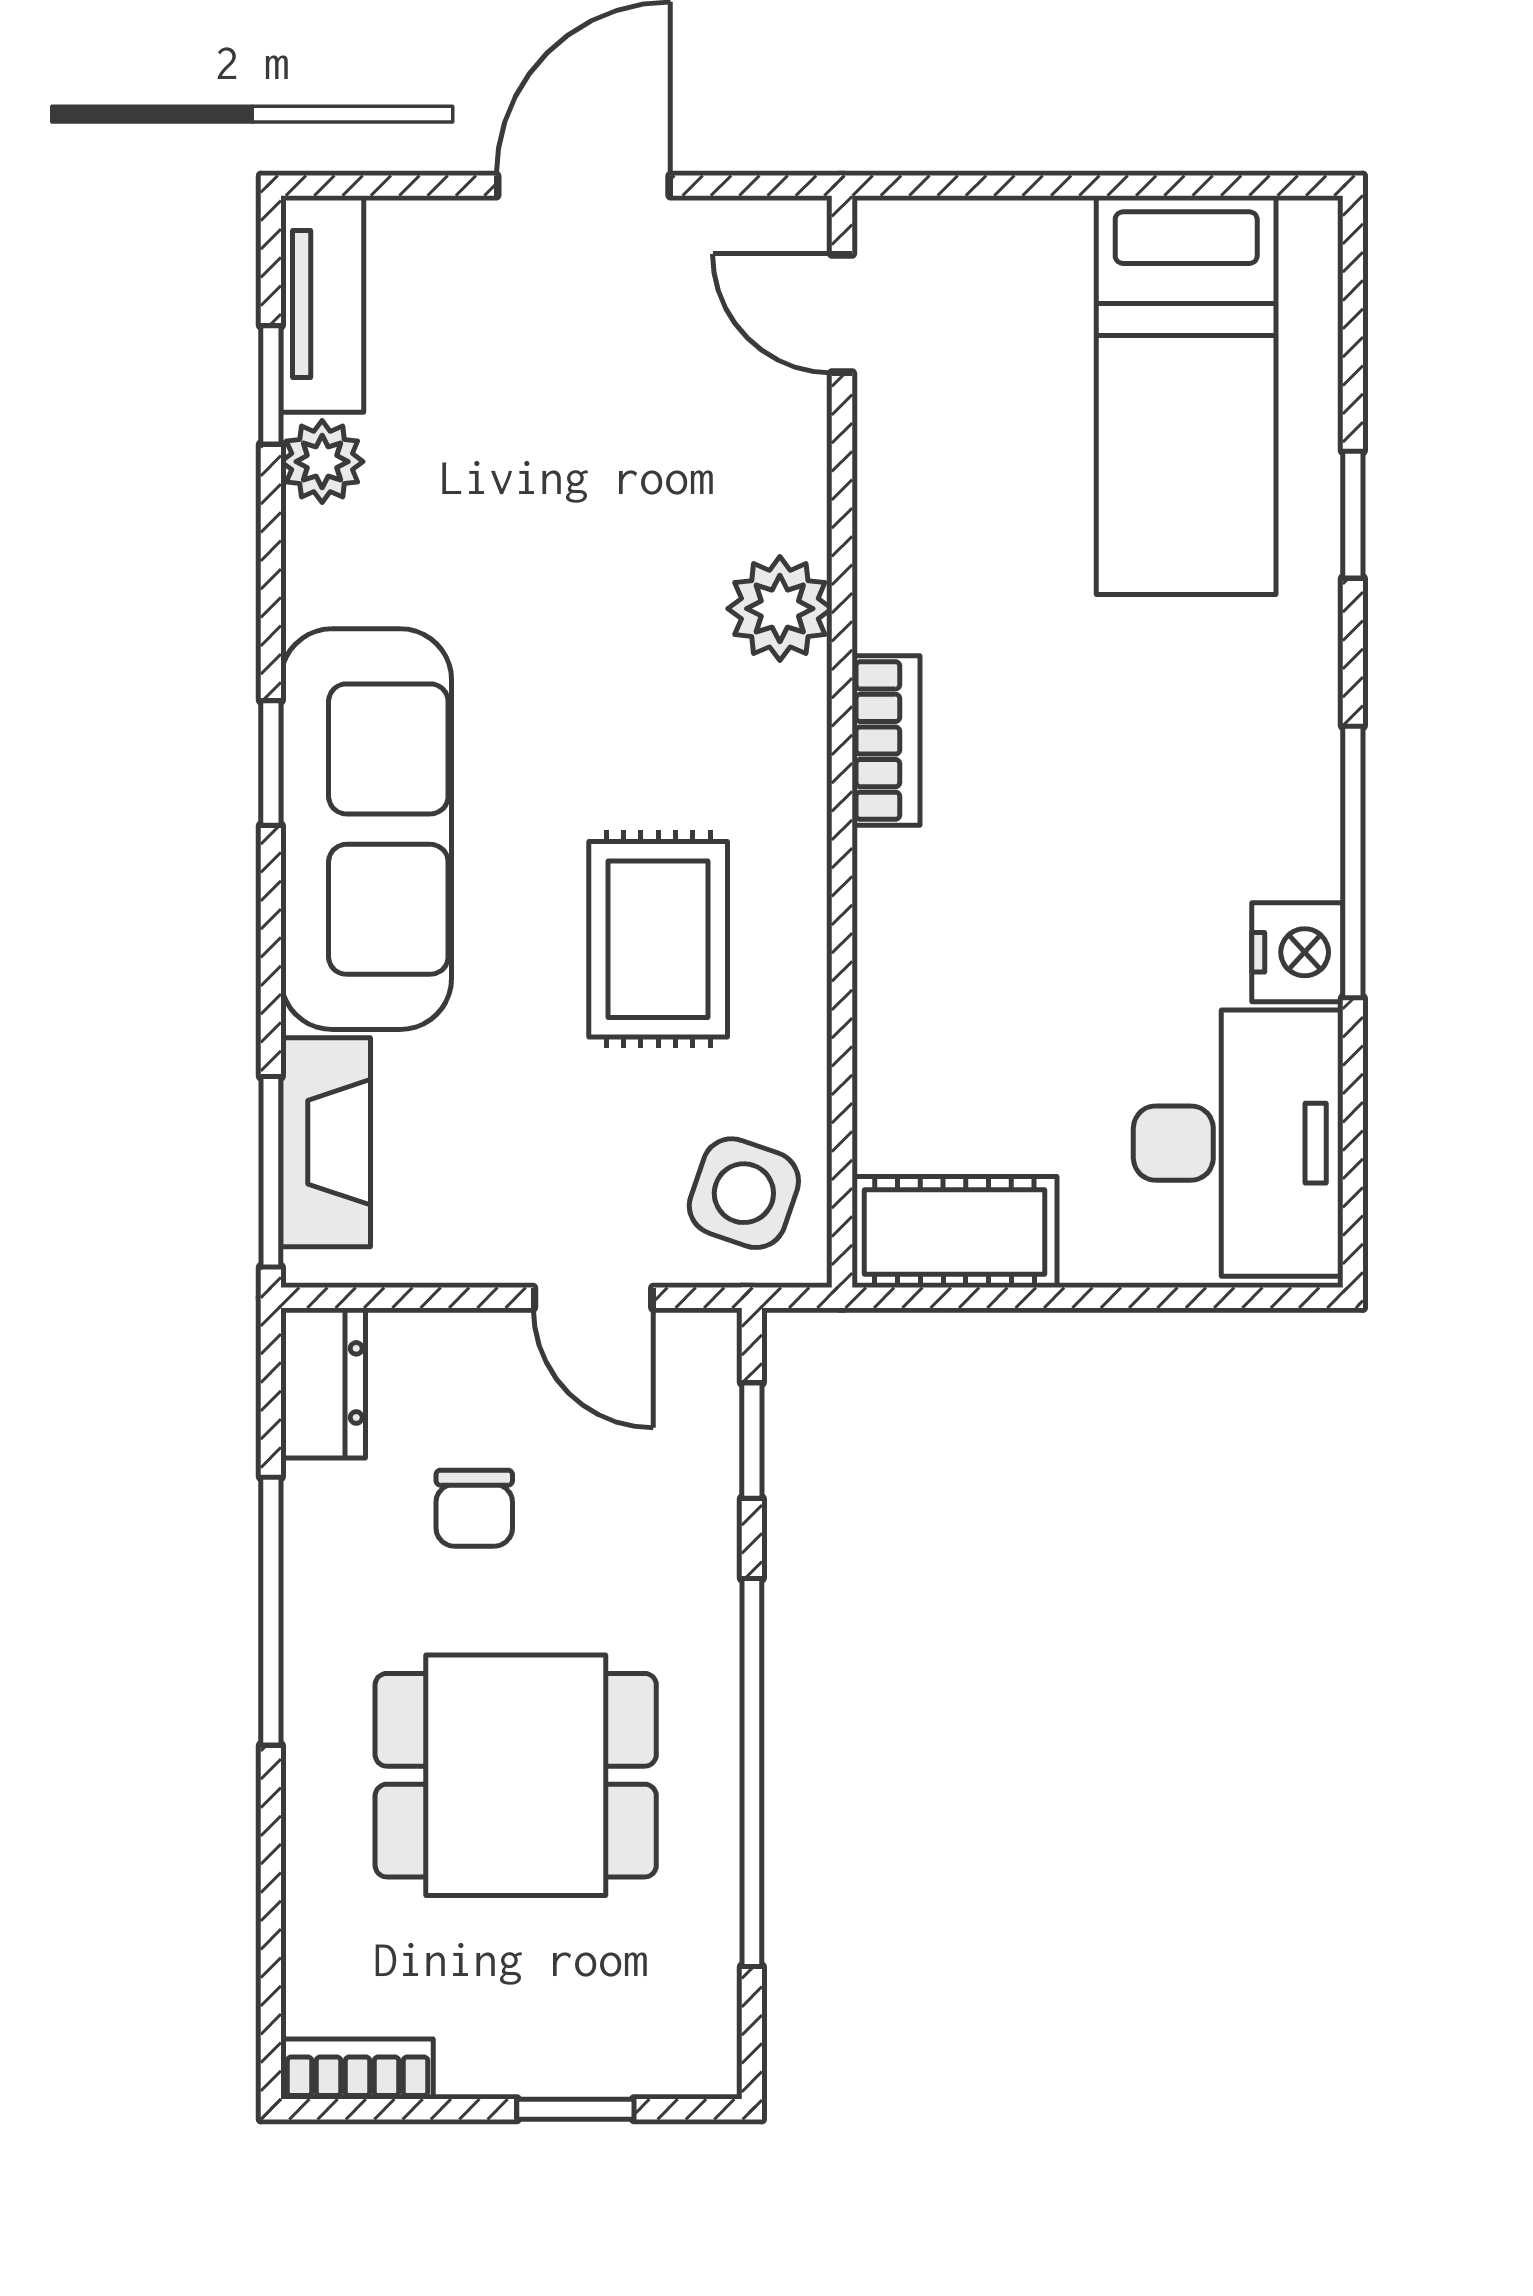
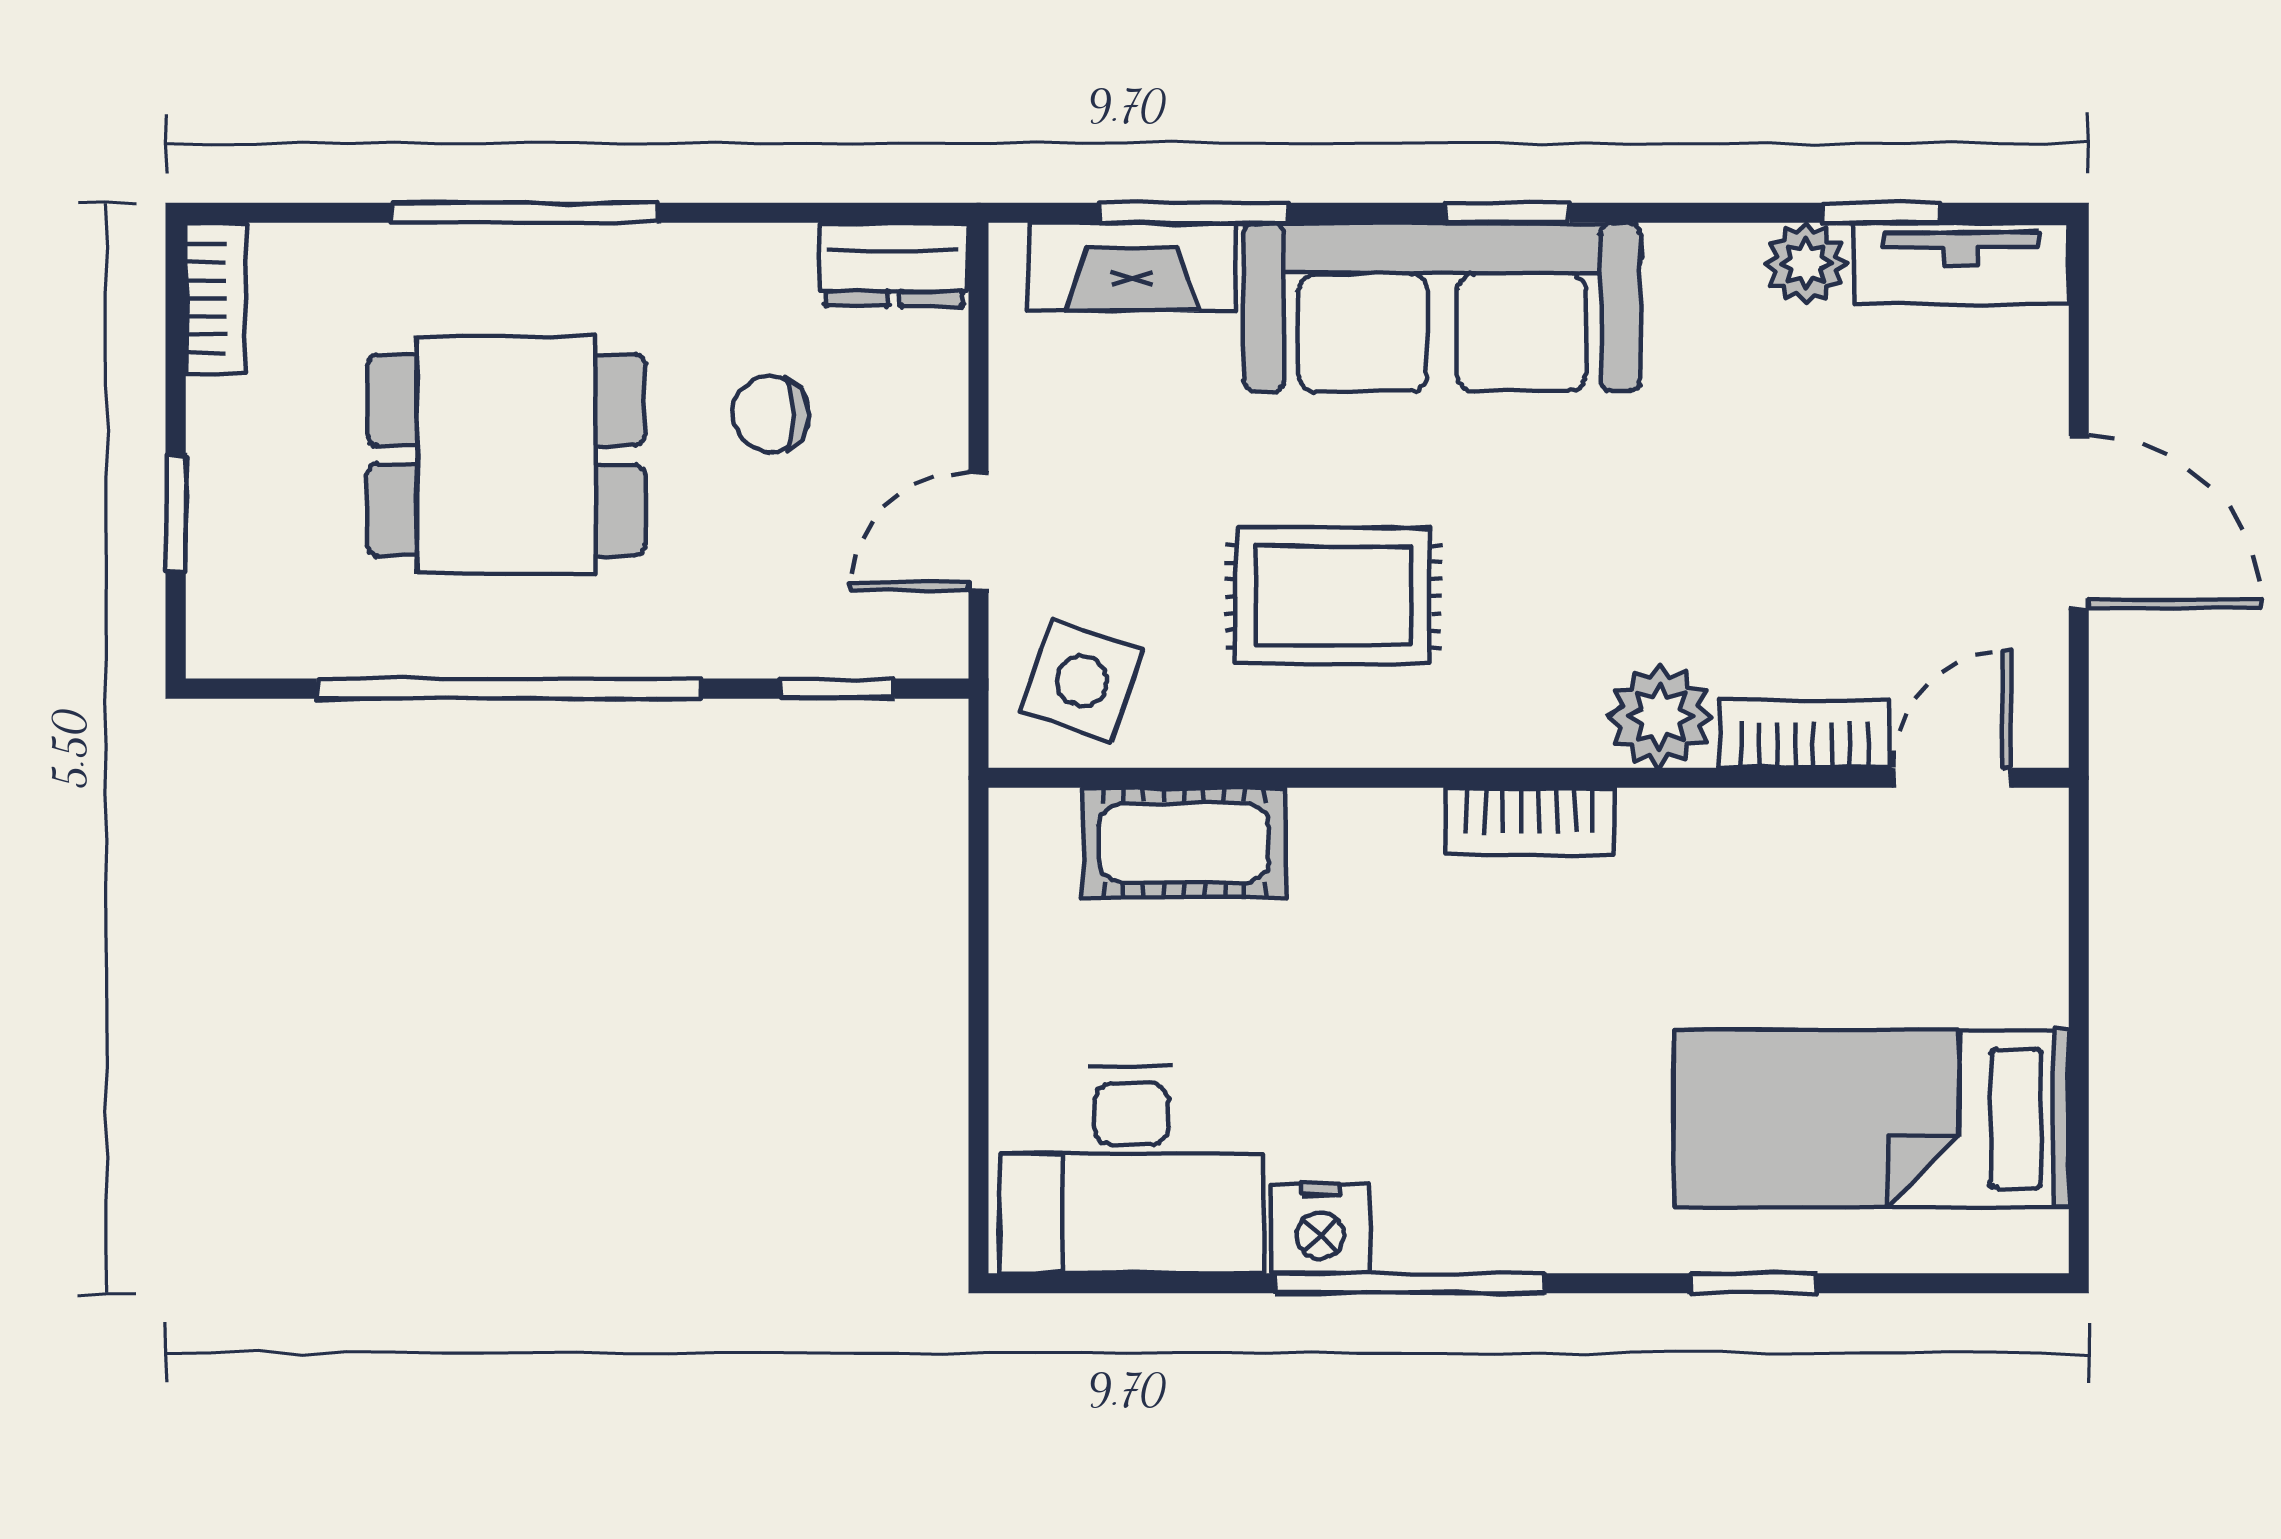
bookcase: (798, 463) -> (1804, 734), added
window: (271, 1172) -> (1194, 213), moved
cot: (954, 1232) -> (1184, 843), moved, turned 90
window: (271, 1611) -> (524, 213), moved
dining table: (516, 1775) -> (506, 455), turned 90

